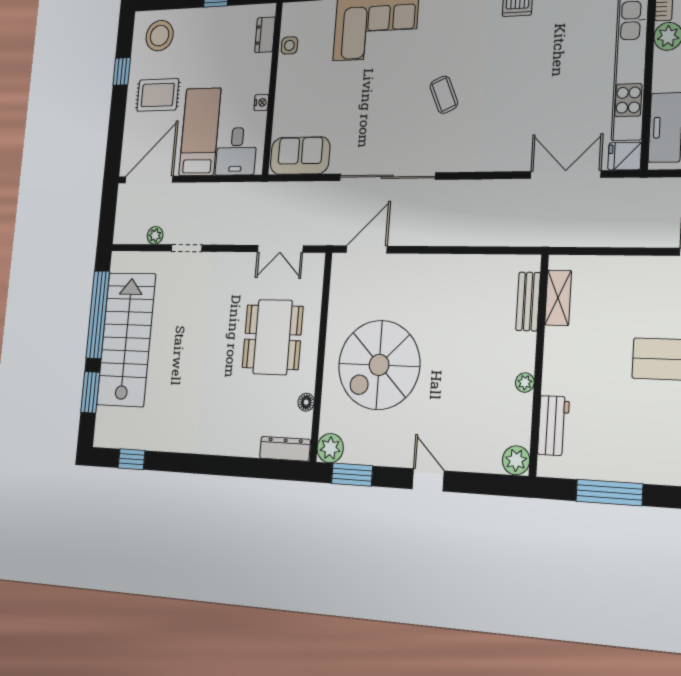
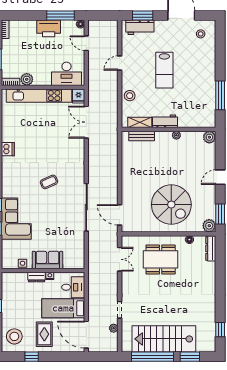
dresser: (265, 35) -> (36, 277), moved
sofa: (300, 156) -> (47, 260), moved, turned 90
stool: (620, 275) -> (130, 96), added
workbench: (553, 426) -> (165, 121), moved

